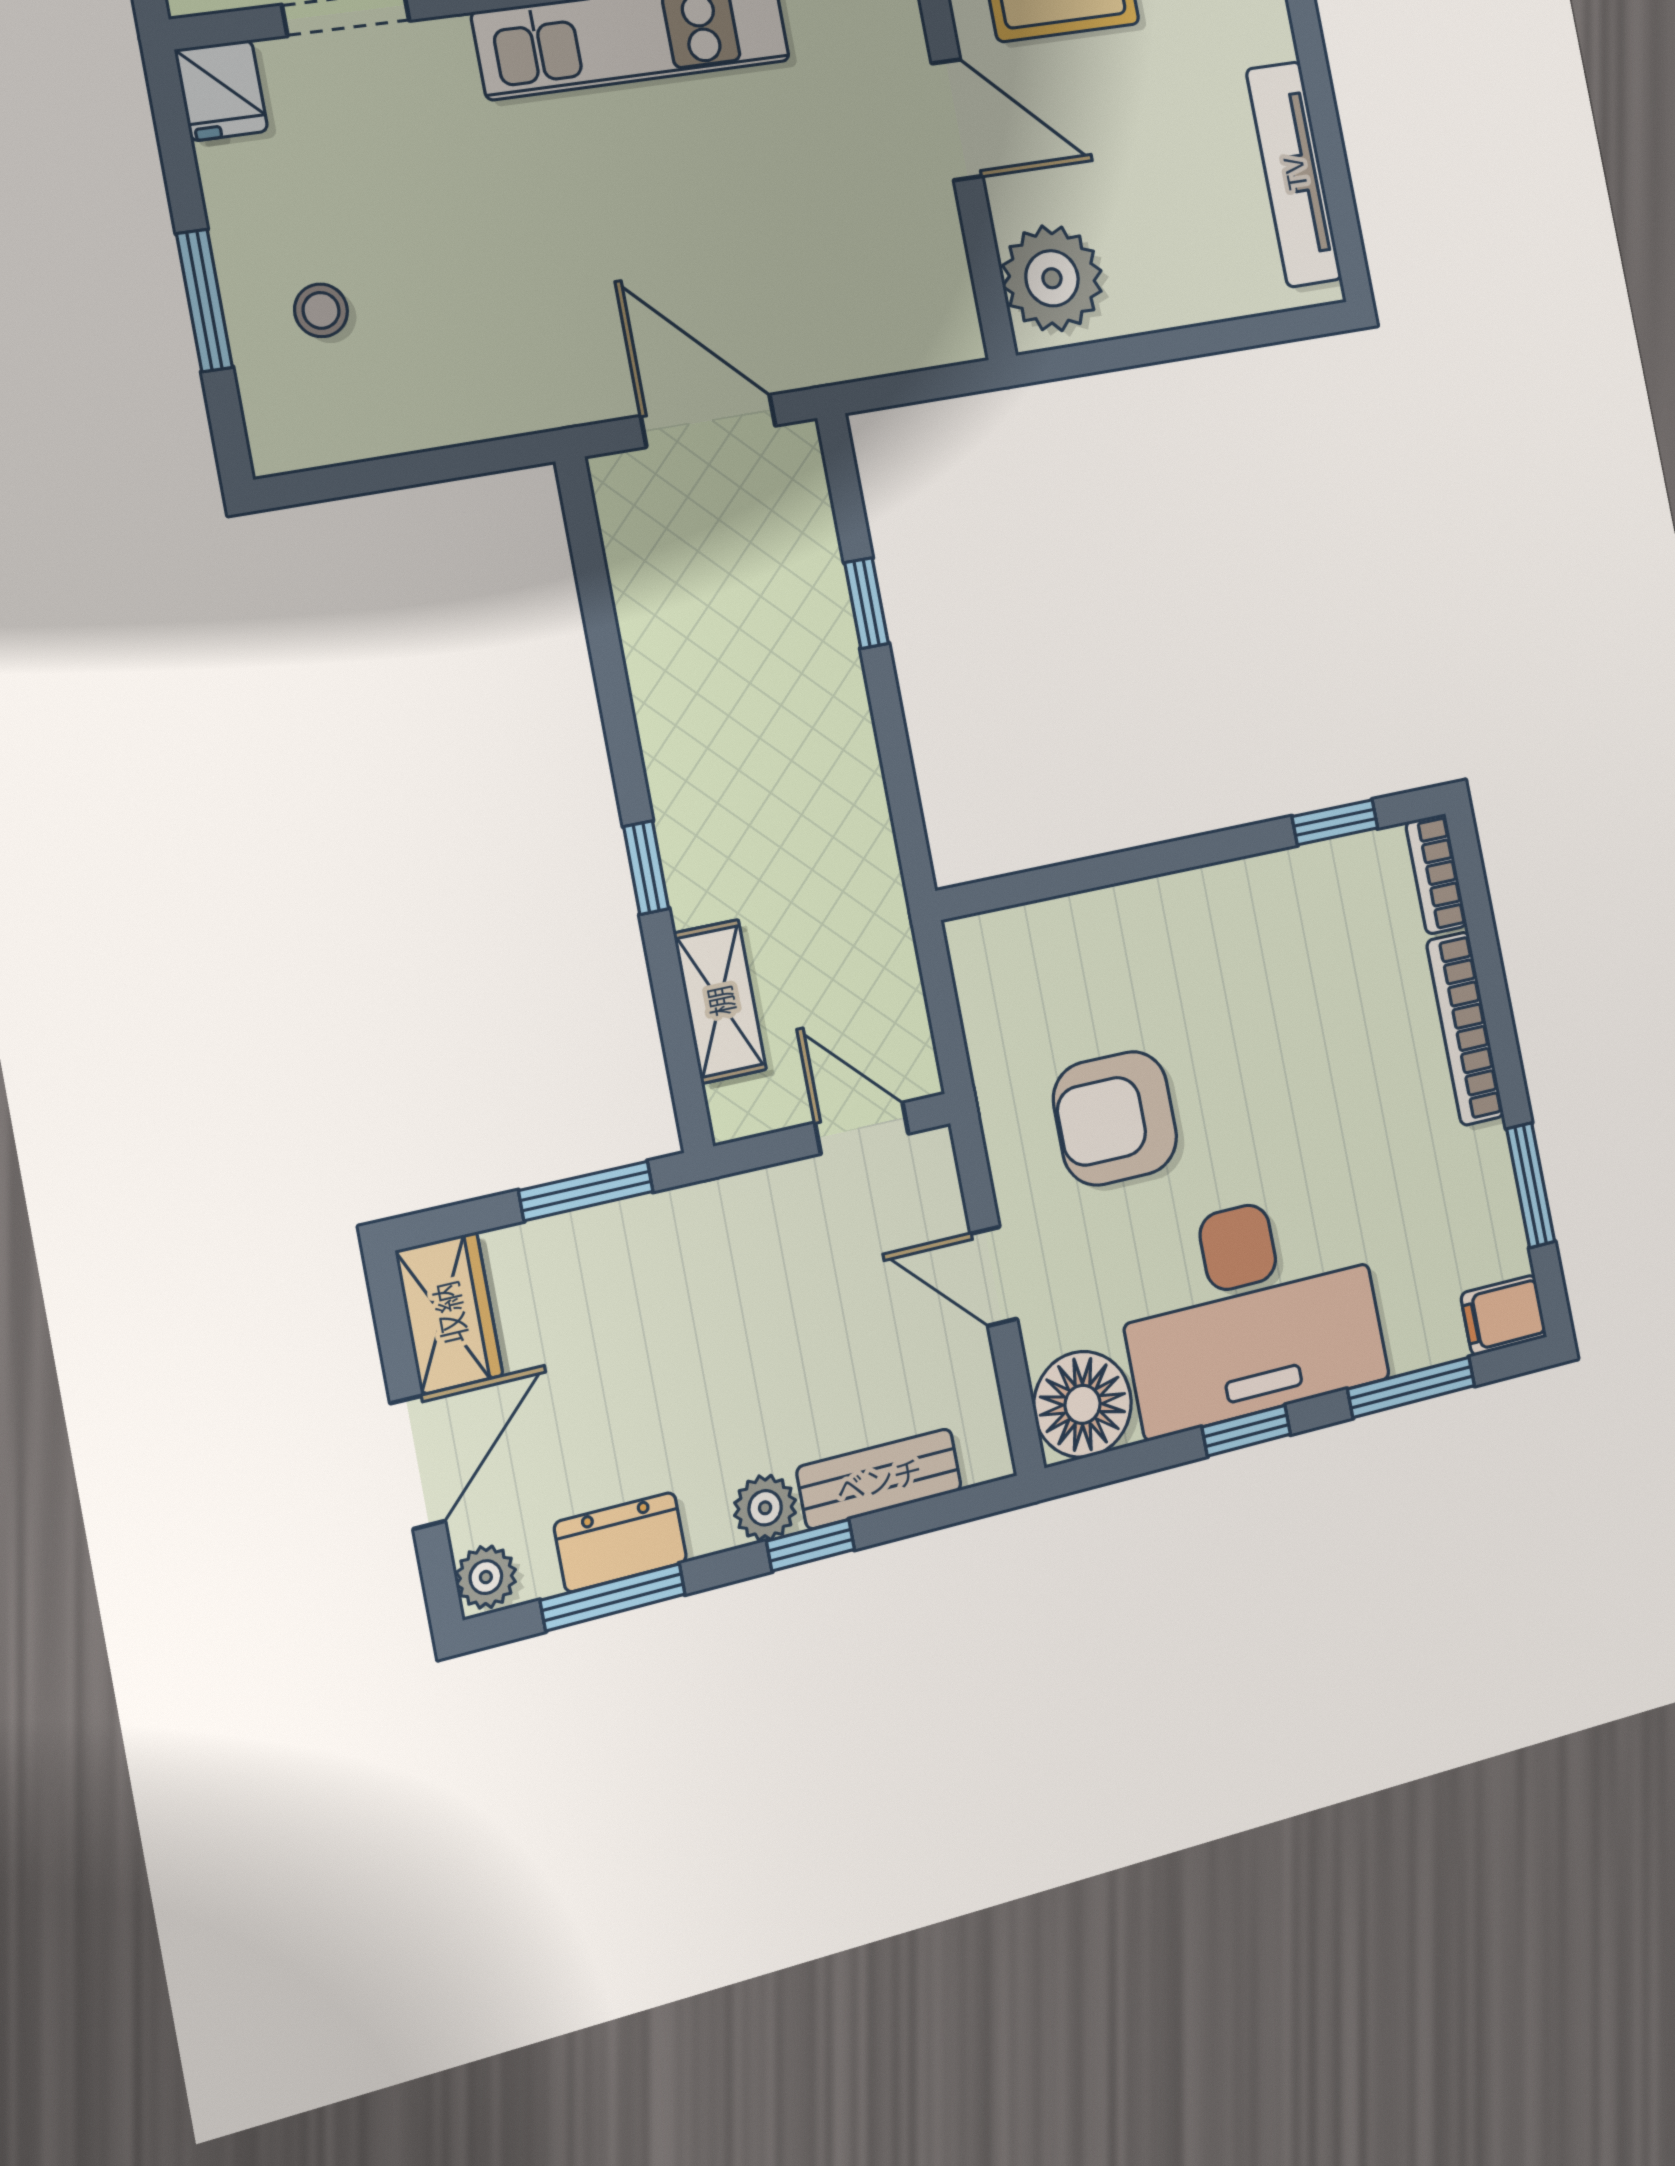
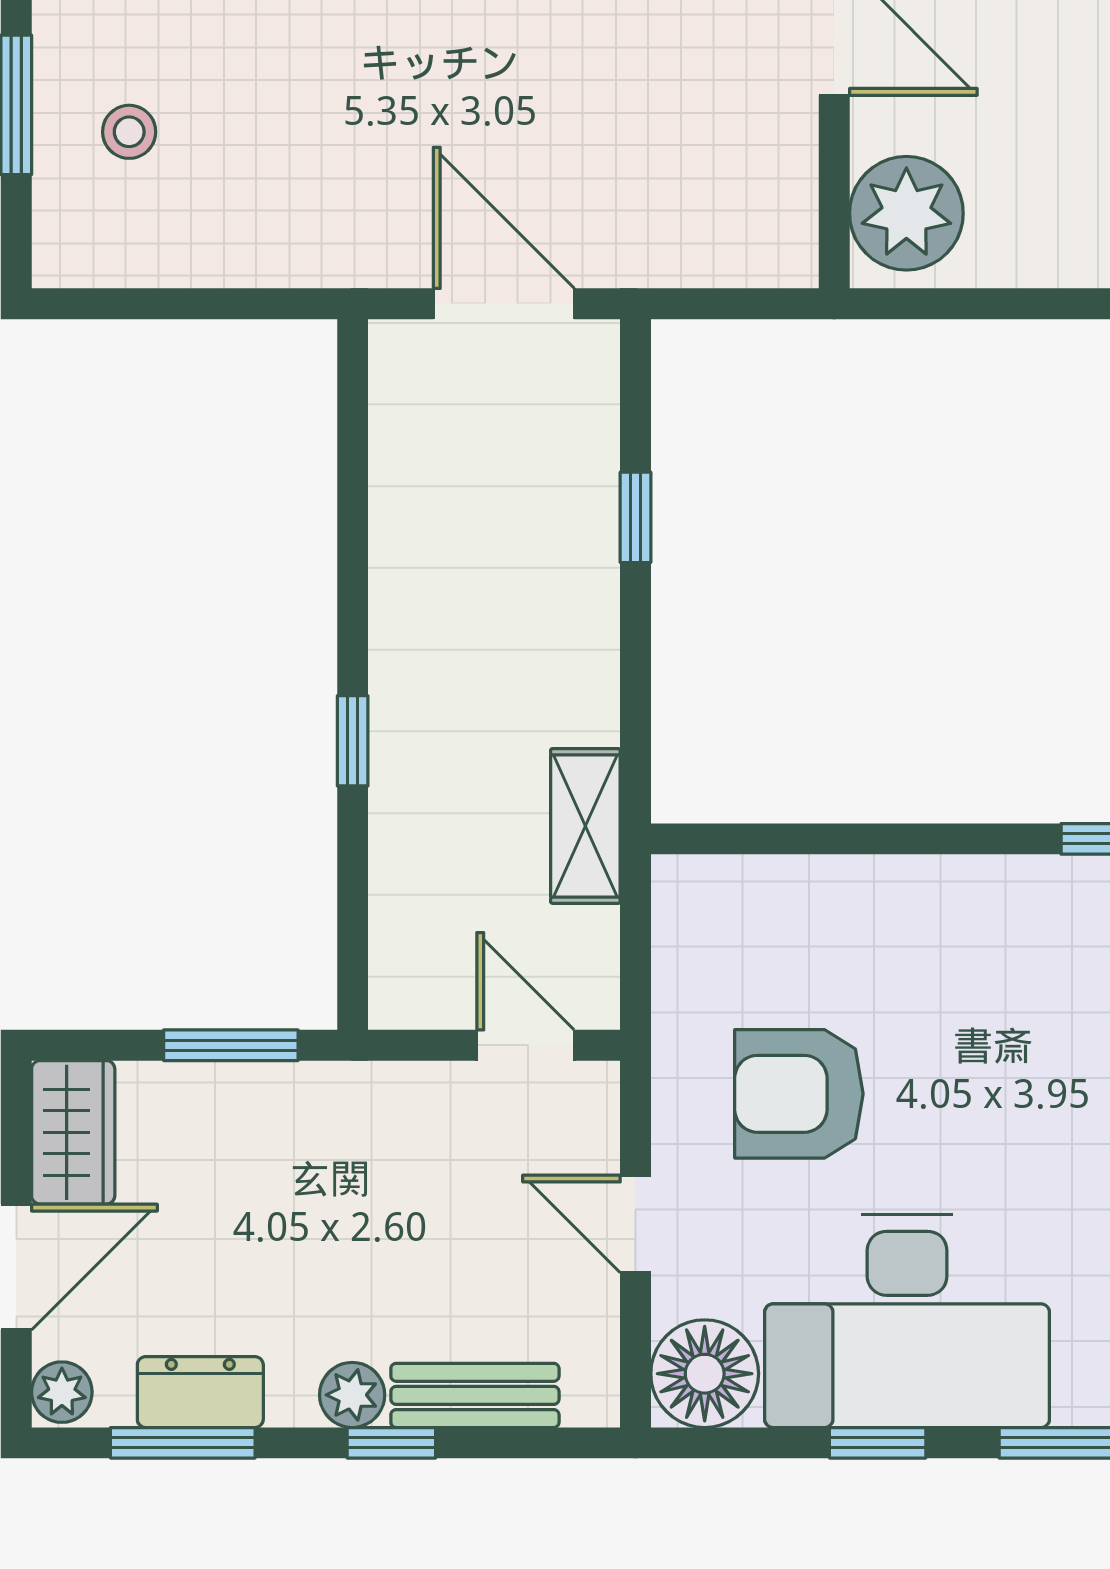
shelving: (720, 1001) -> (585, 826), moved

